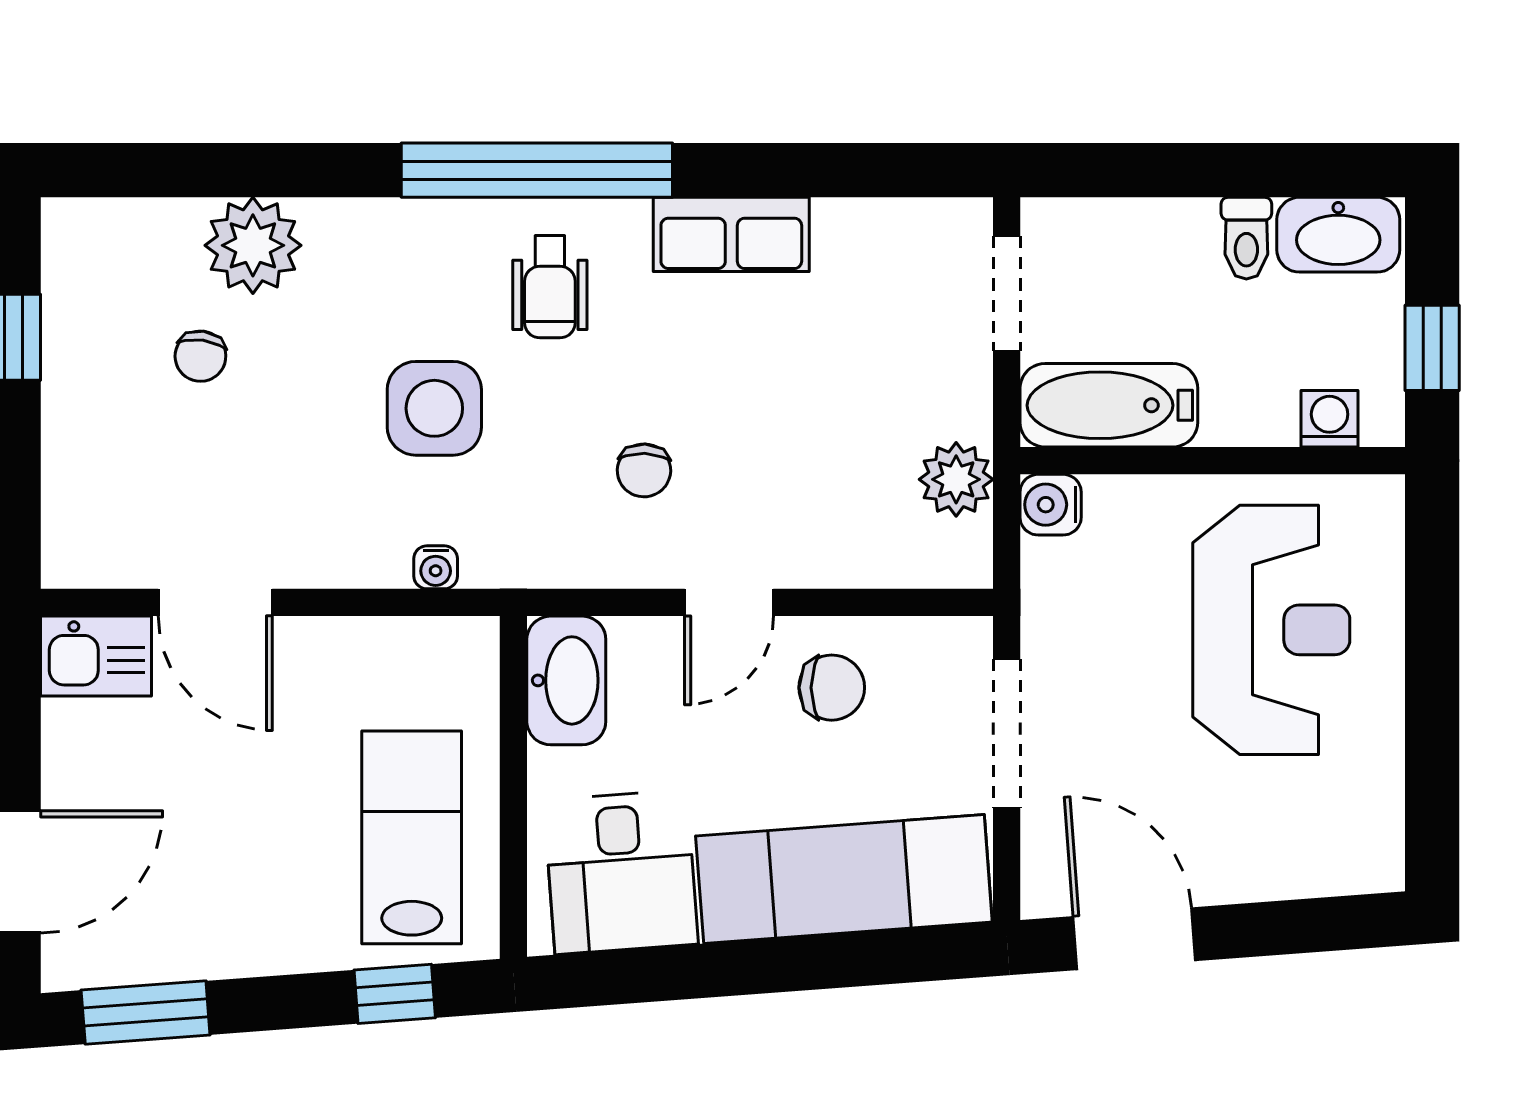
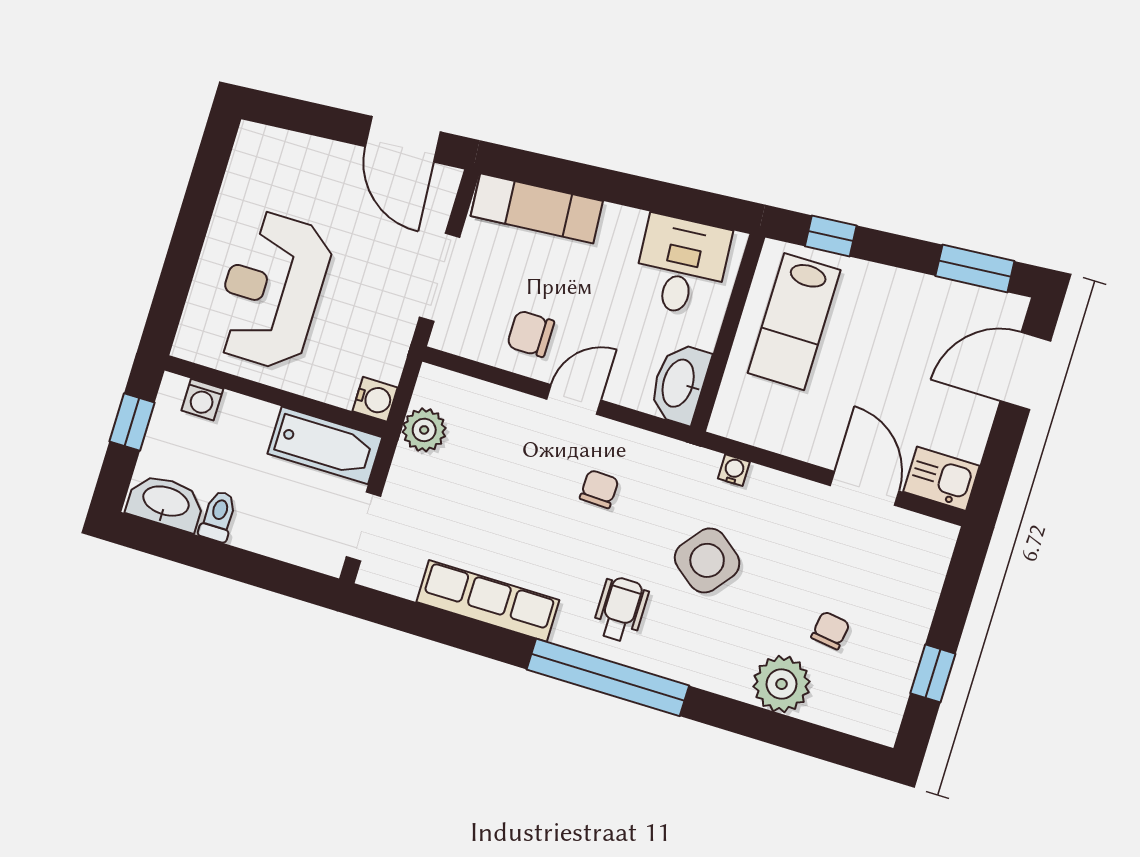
row of seats: (731, 234) -> (488, 601), width x1.48
side table: (434, 408) -> (707, 560), turned 38
exam couch: (844, 879) -> (537, 208), width x0.73, depth x0.69

